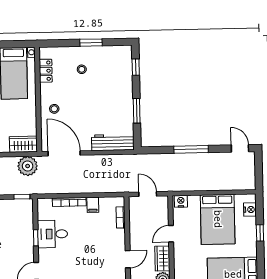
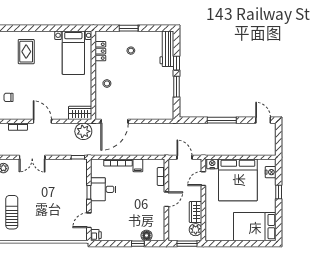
window: (91, 43) -> (129, 28), moved
window: (136, 67) -> (176, 63), moved
workbench: (113, 142) -> (167, 49), moved, turned -90
door: (64, 153) -> (115, 121), swing flipped
bed: (218, 219) -> (238, 180), width x1.36
door: (171, 234) -> (203, 179), moved
door: (128, 259) -> (166, 199), moved

